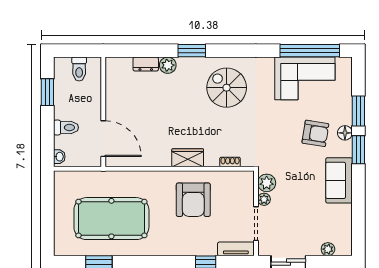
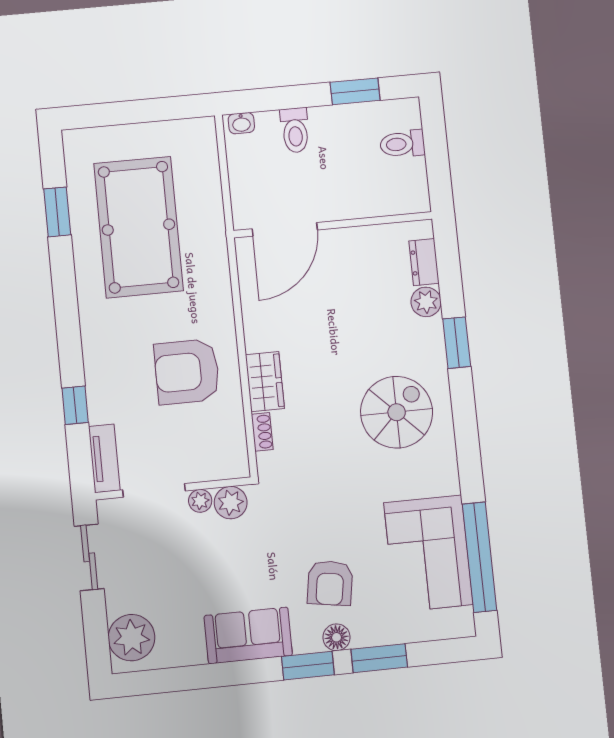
wall: (103, 112) -> (333, 225), moved
door: (103, 139) -> (285, 229), moved
wardrobe: (188, 158) -> (265, 382), moved
plant: (328, 249) -> (132, 638), width x1.88, depth x1.88

